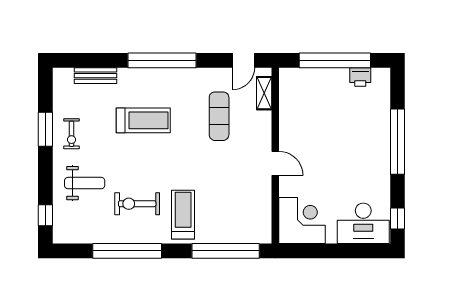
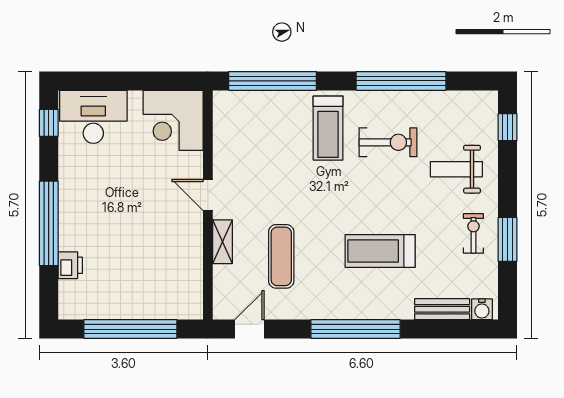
water cooler: (65, 76) -> (482, 309), added
printer: (360, 77) -> (70, 265), moved, turned 90
shelving: (264, 93) -> (222, 242), moved

